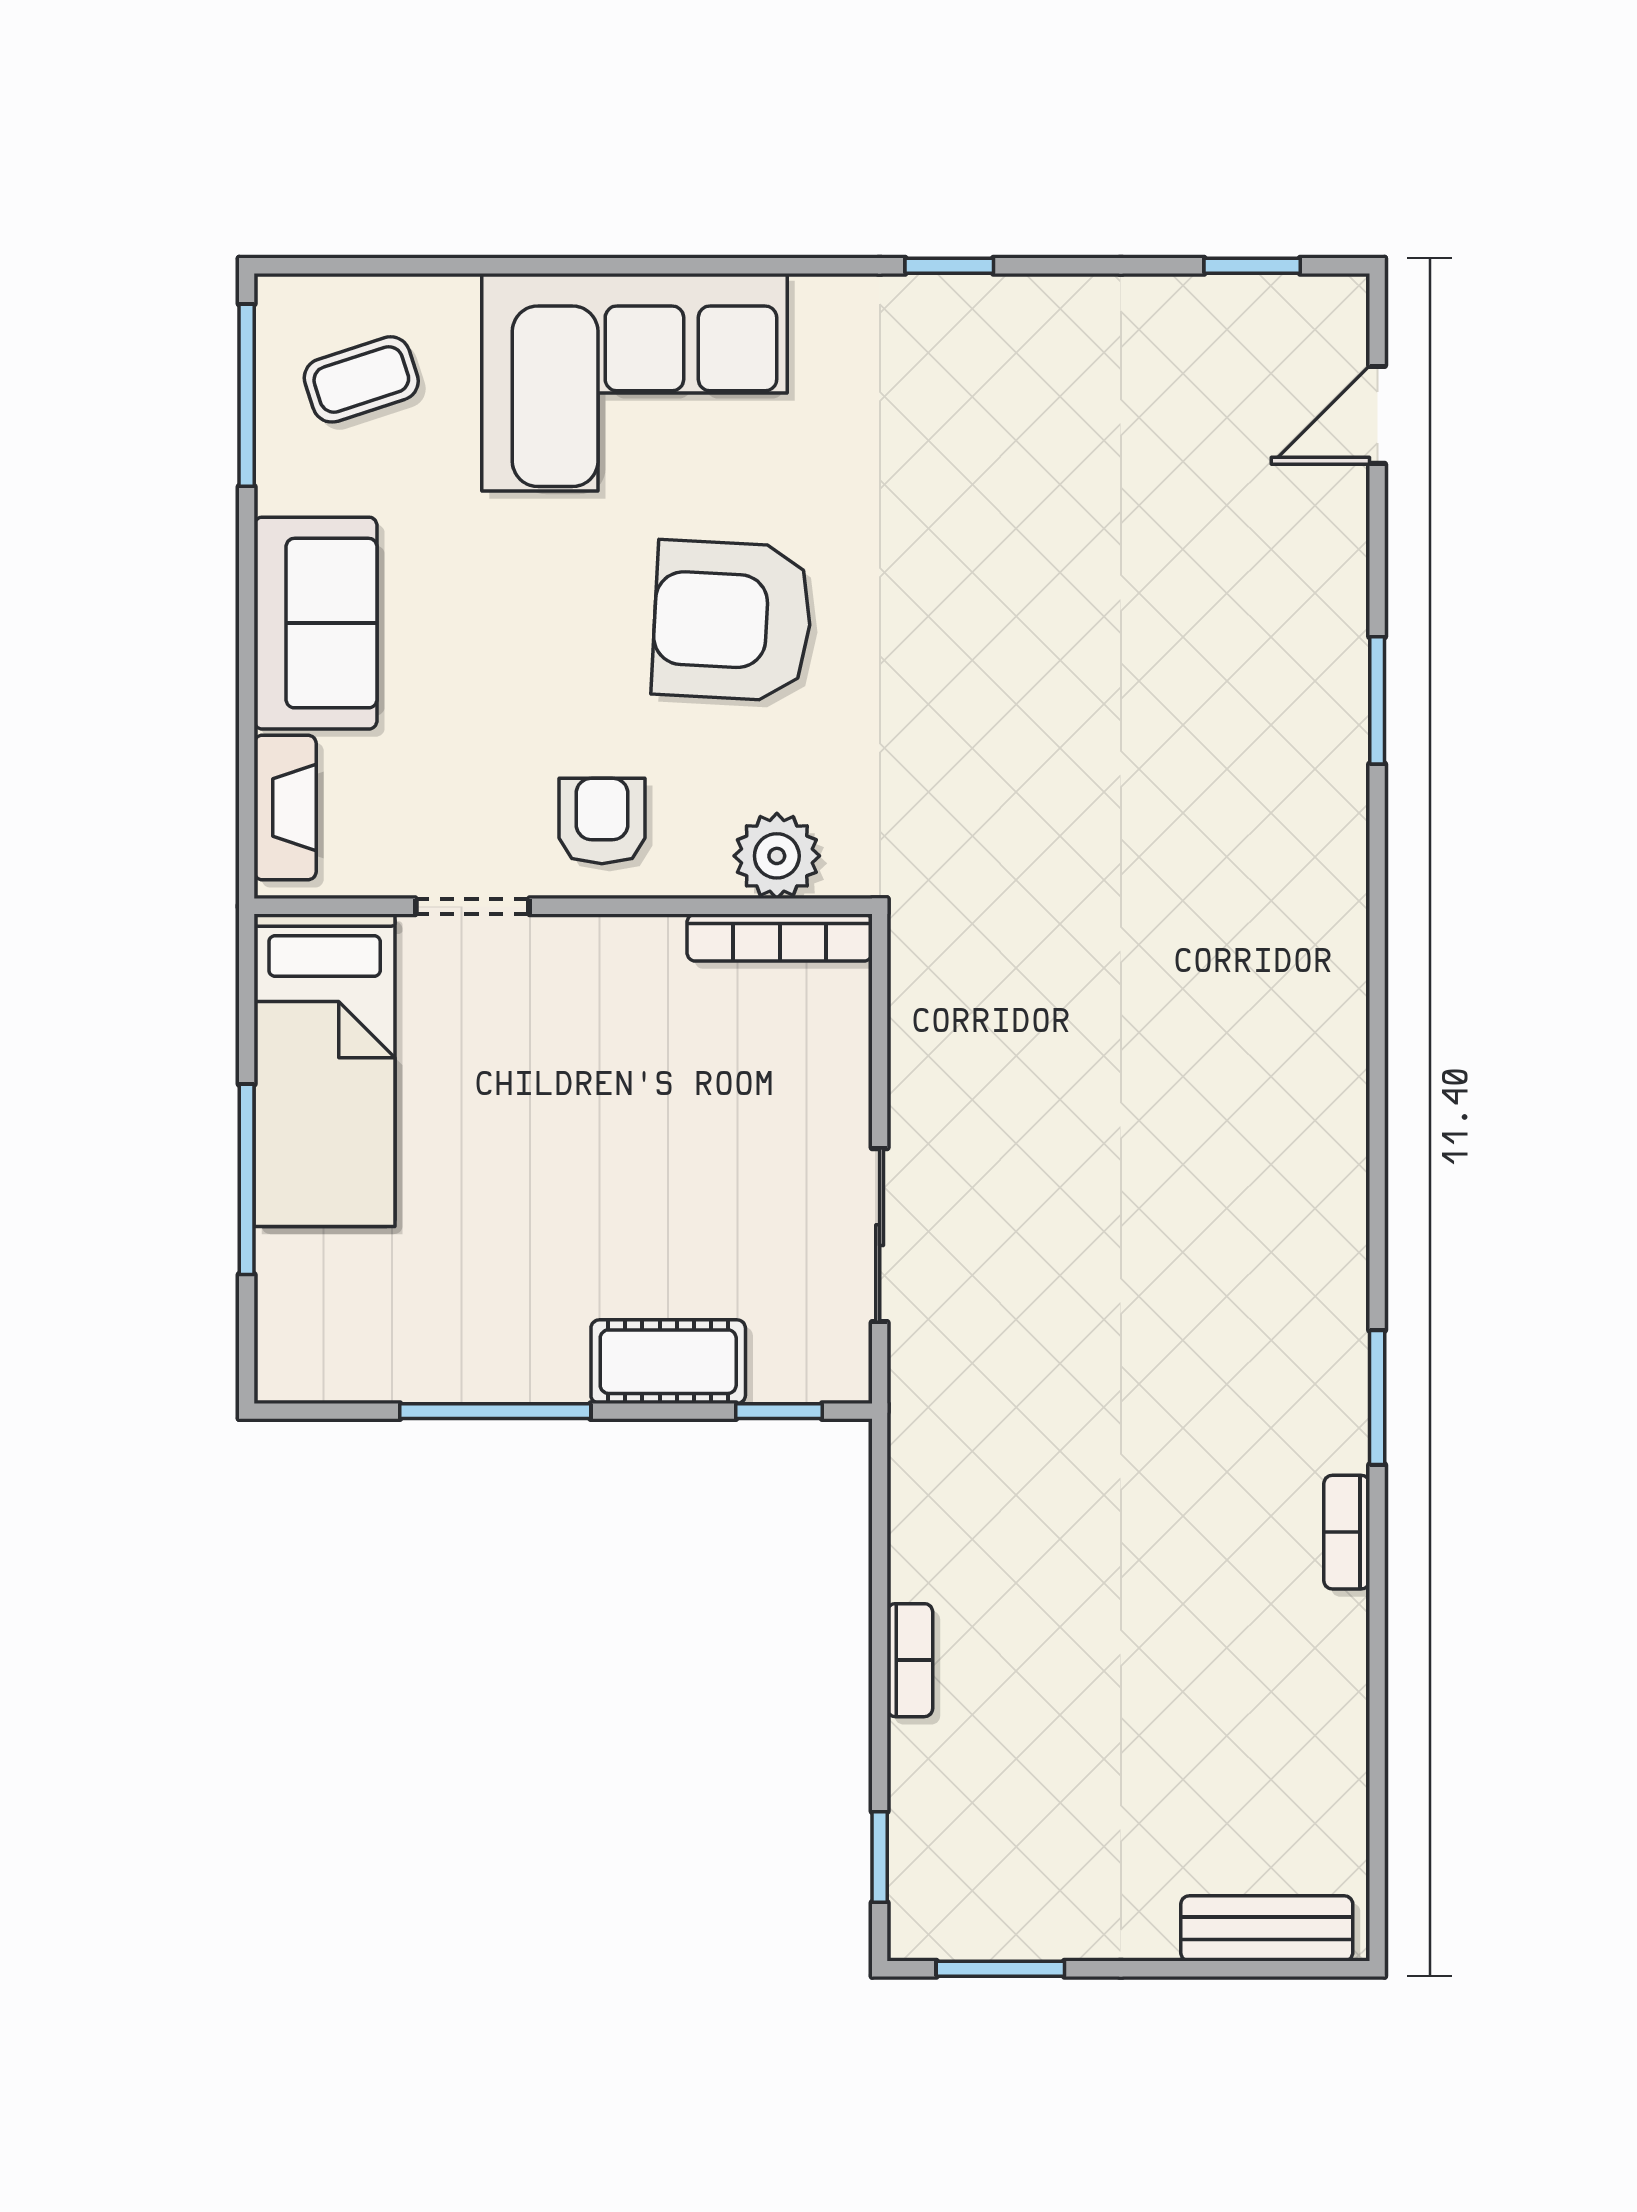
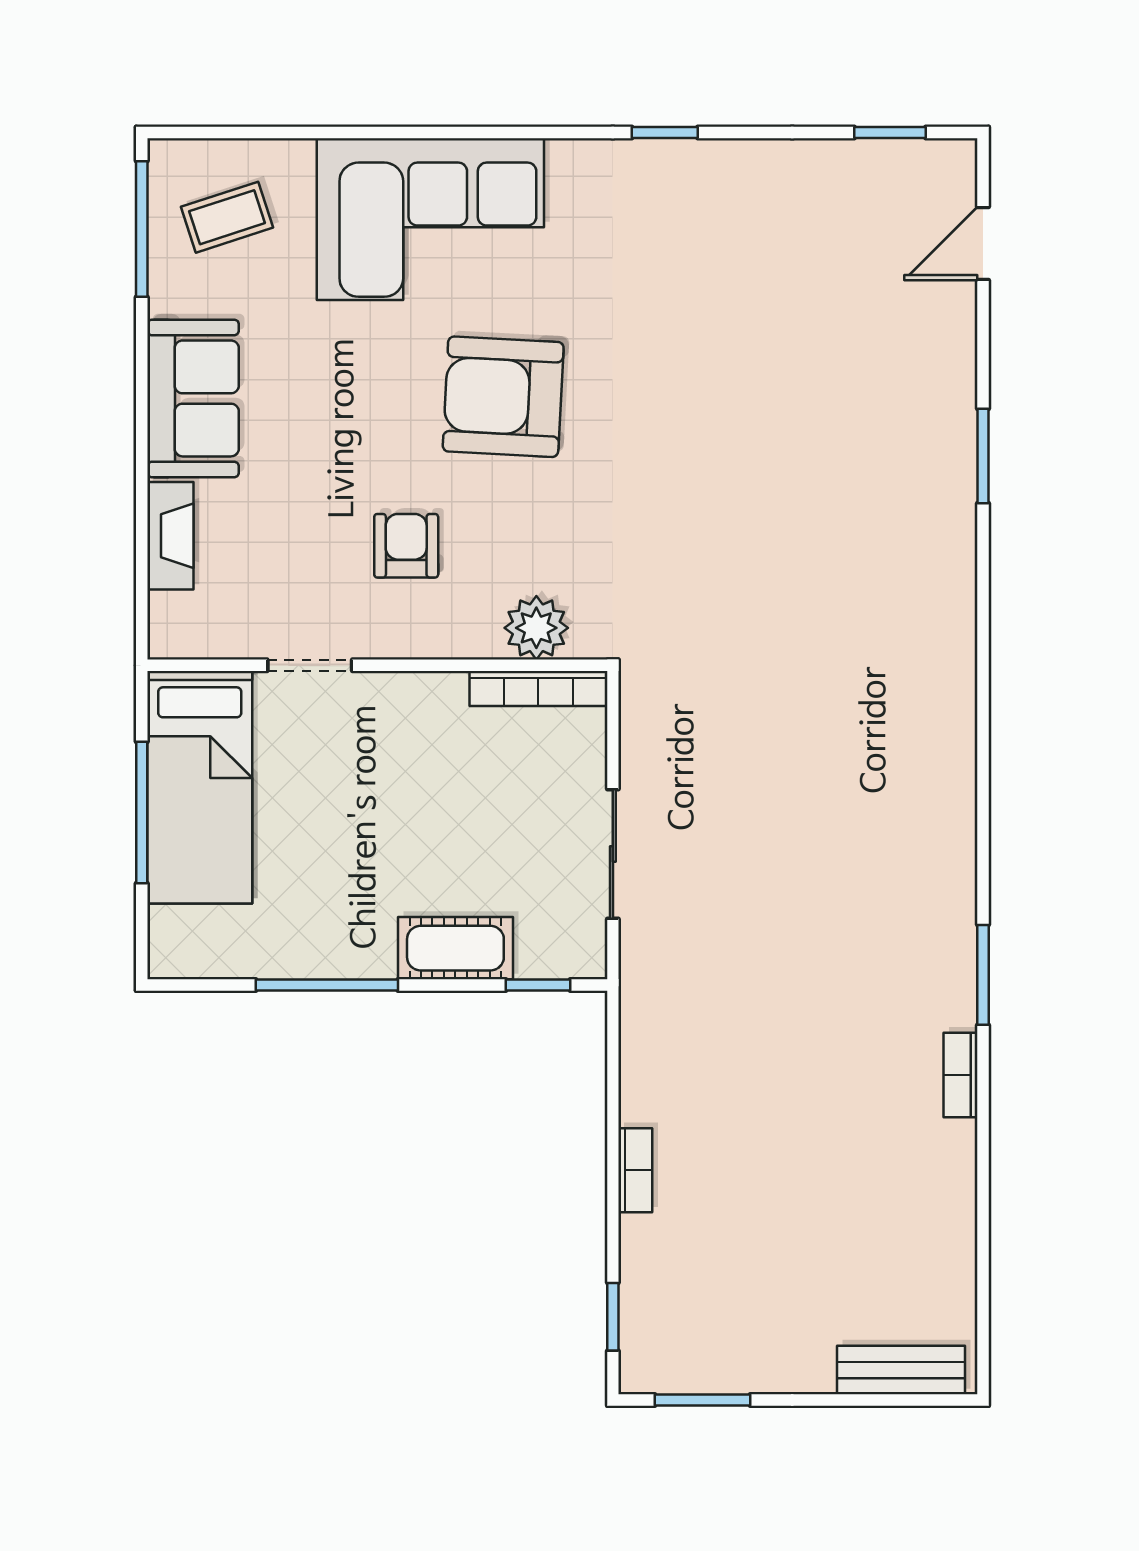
plant: (777, 856) -> (536, 628), moved
doorway: (472, 906) -> (310, 665), moved
wall: (563, 906) -> (377, 665), moved
bookcase: (780, 937) -> (538, 689), moved
bed: (325, 1070) -> (200, 787), moved

